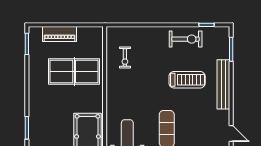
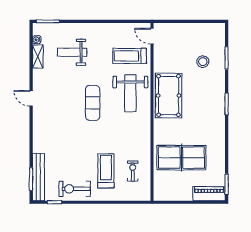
piano: (60, 34) -> (209, 194), moved
treadmill: (187, 80) -> (106, 171), moved, turned 90
bench: (223, 84) -> (38, 177), moved

